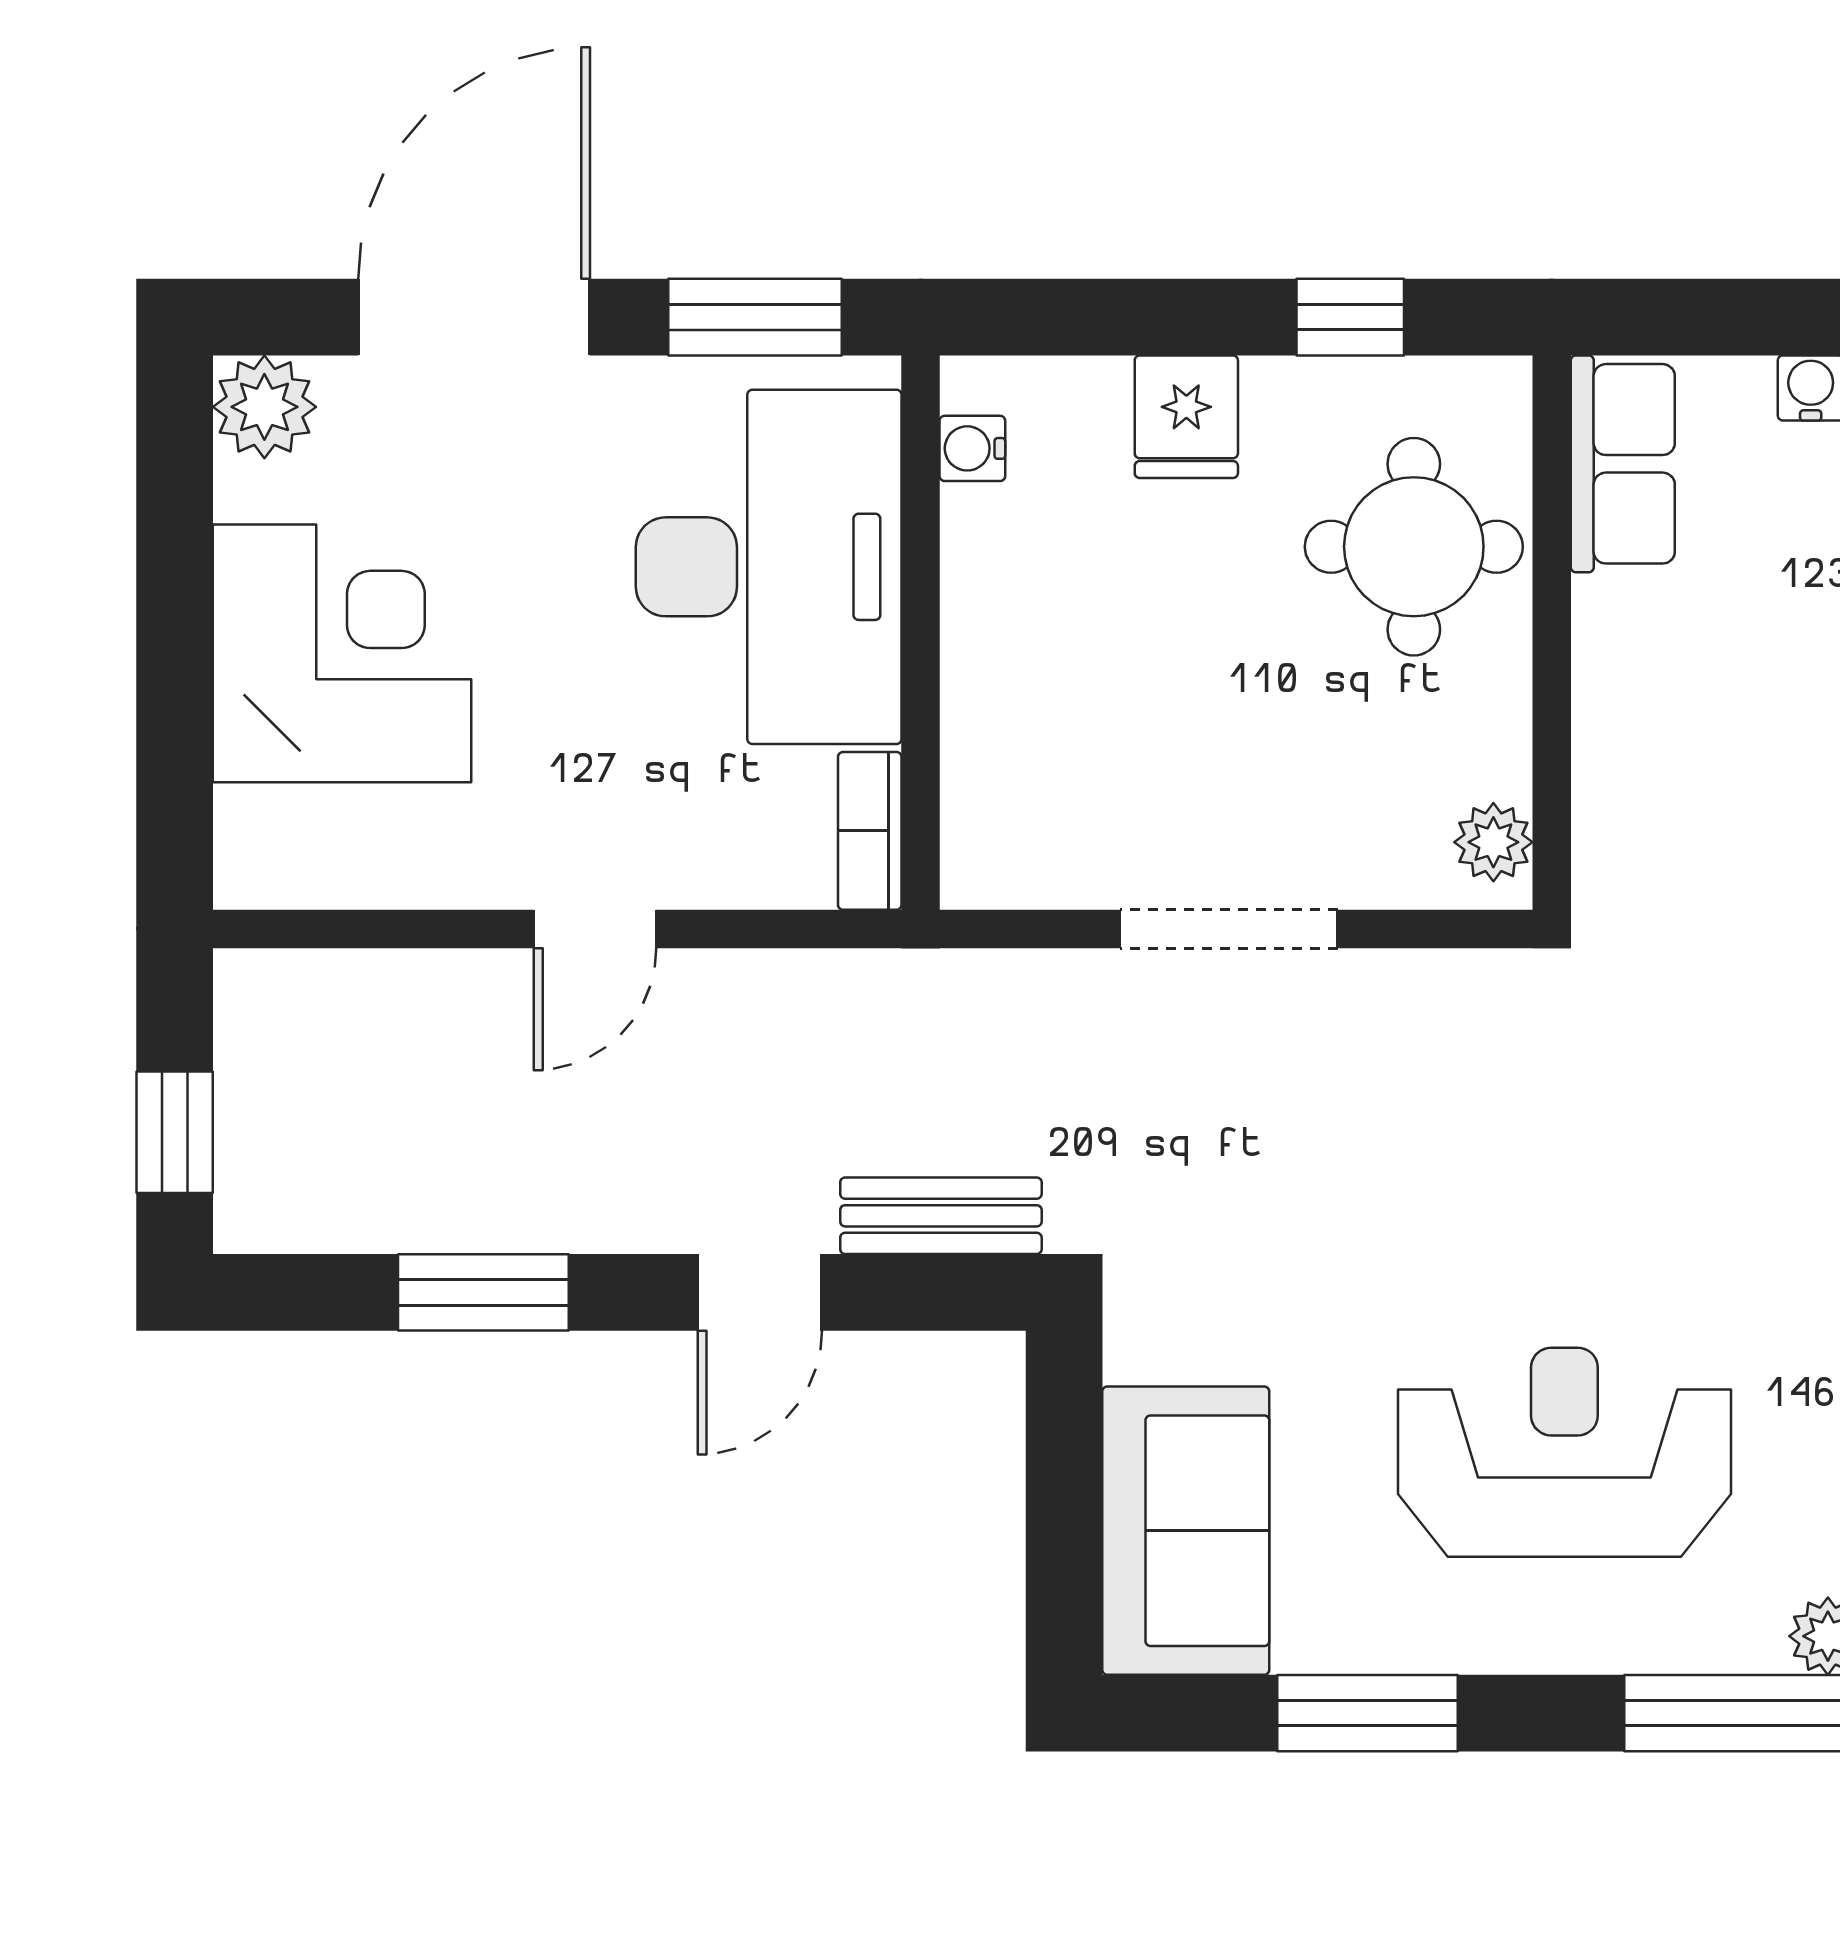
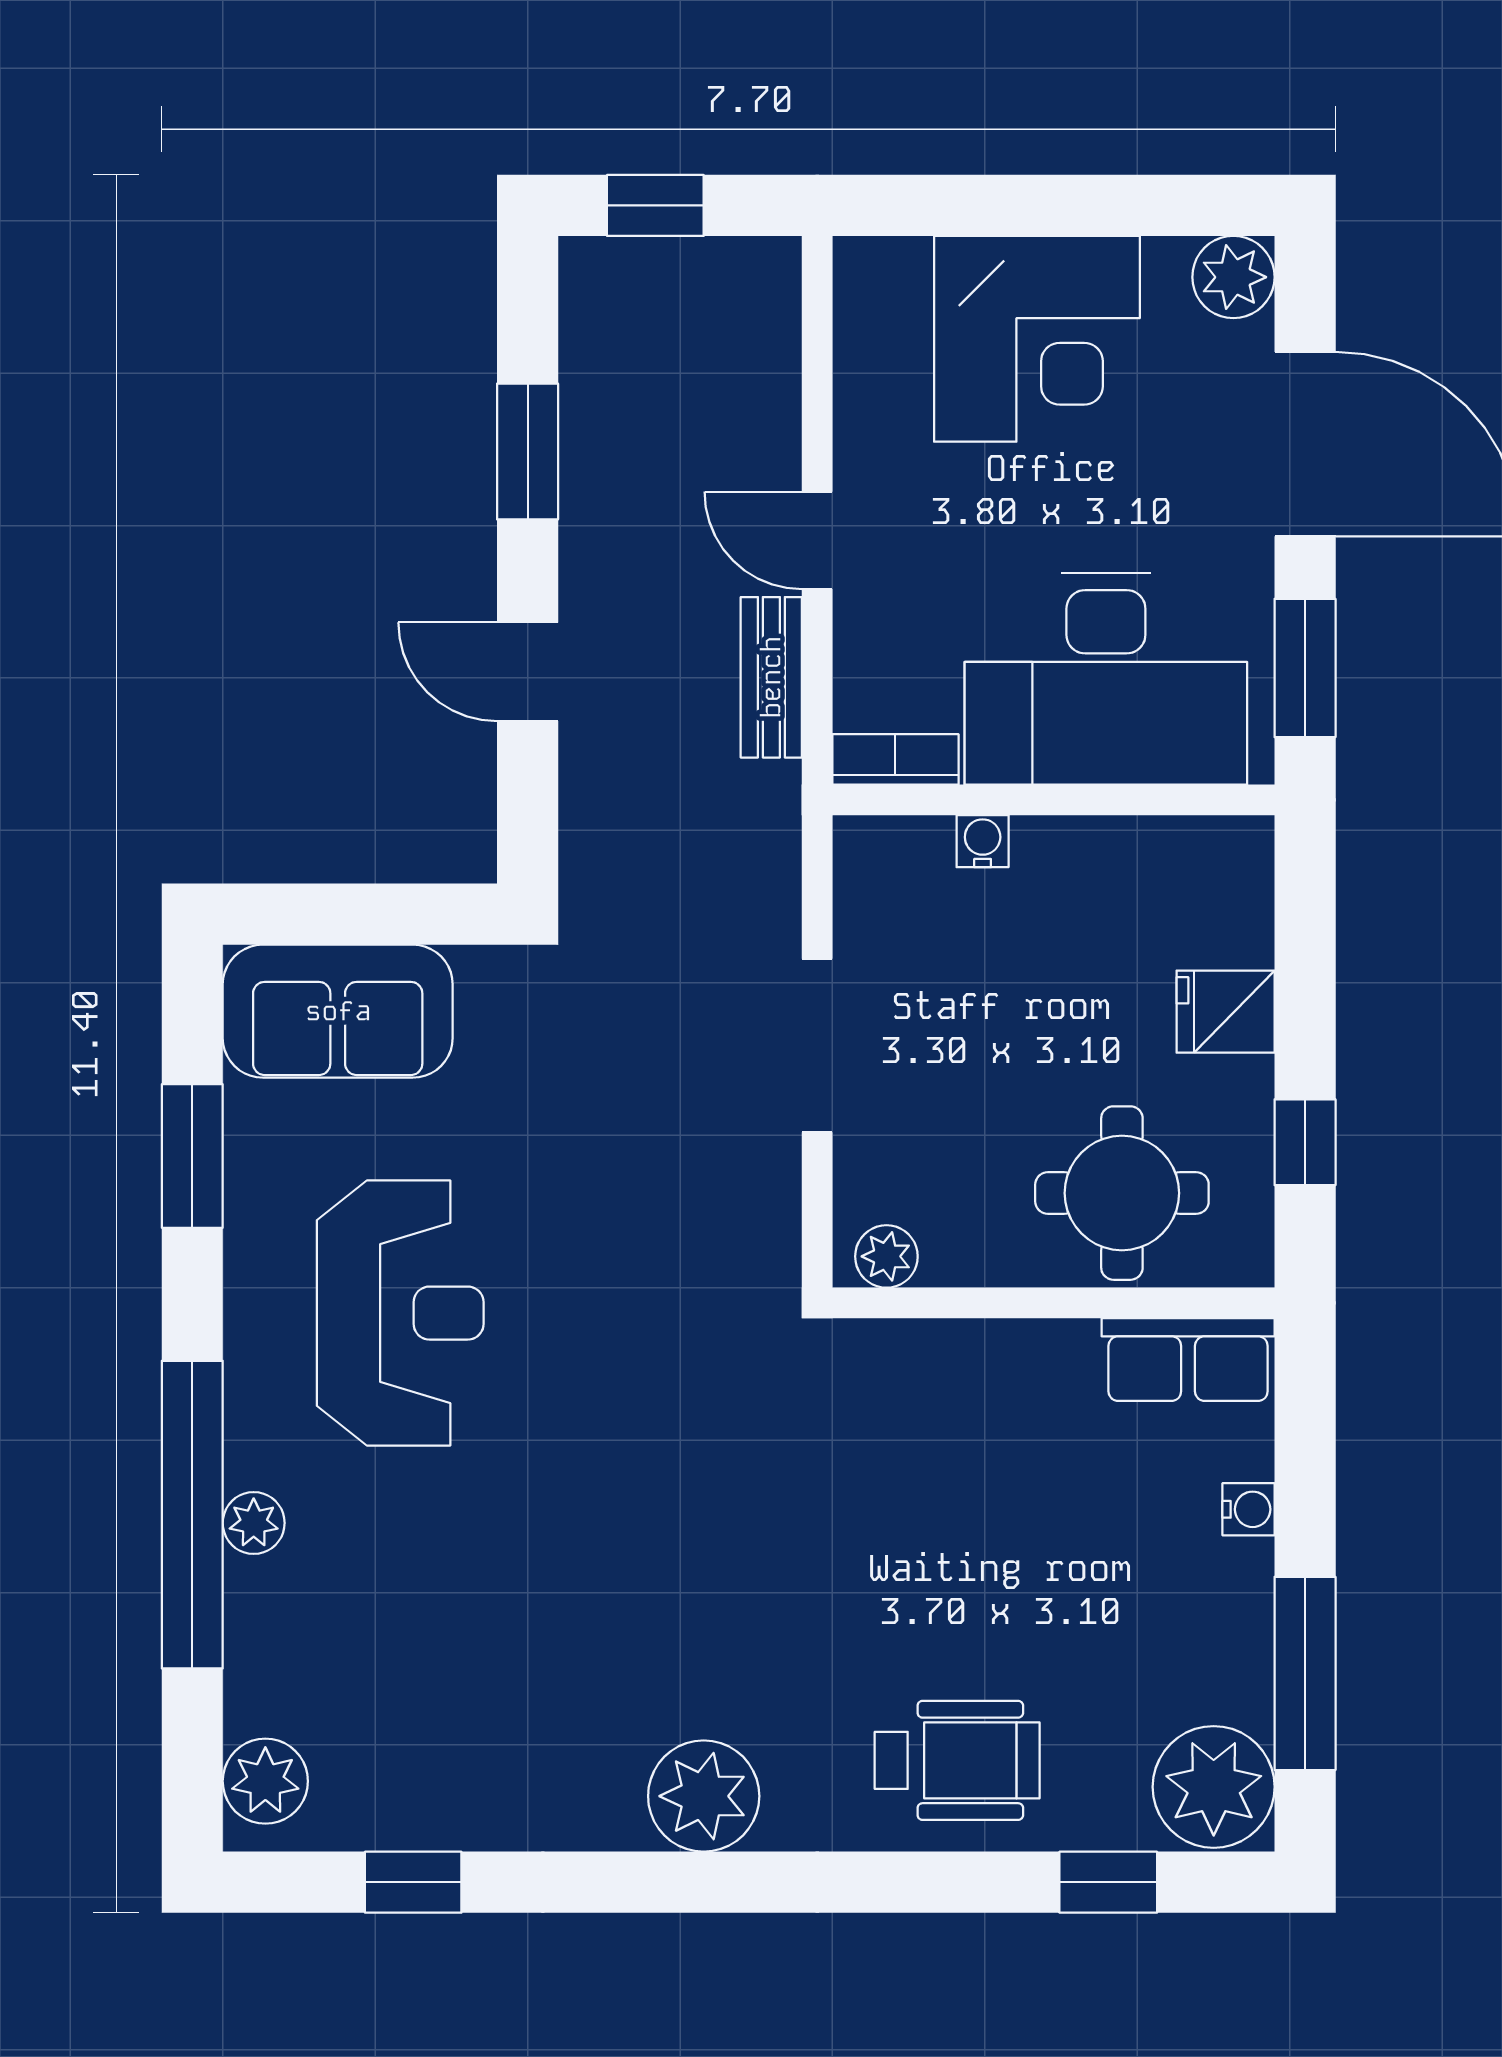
water cooler: (972, 448) -> (983, 841), moved
bench: (941, 1216) -> (771, 677), moved

